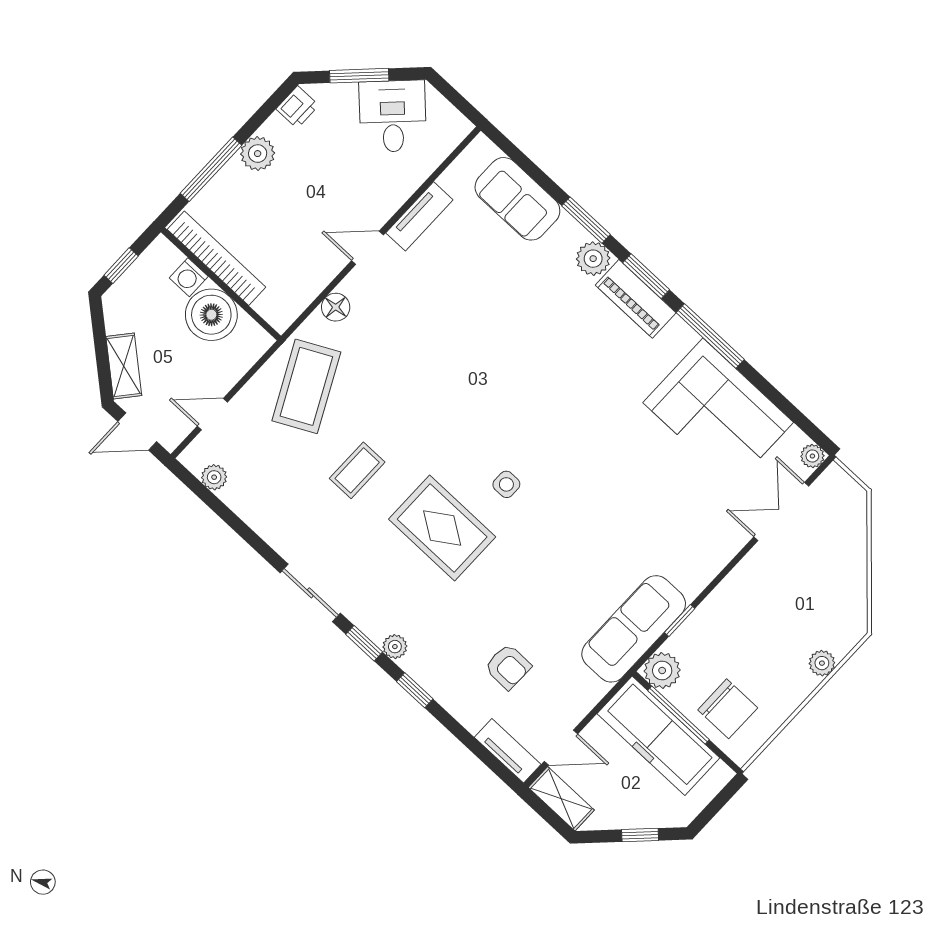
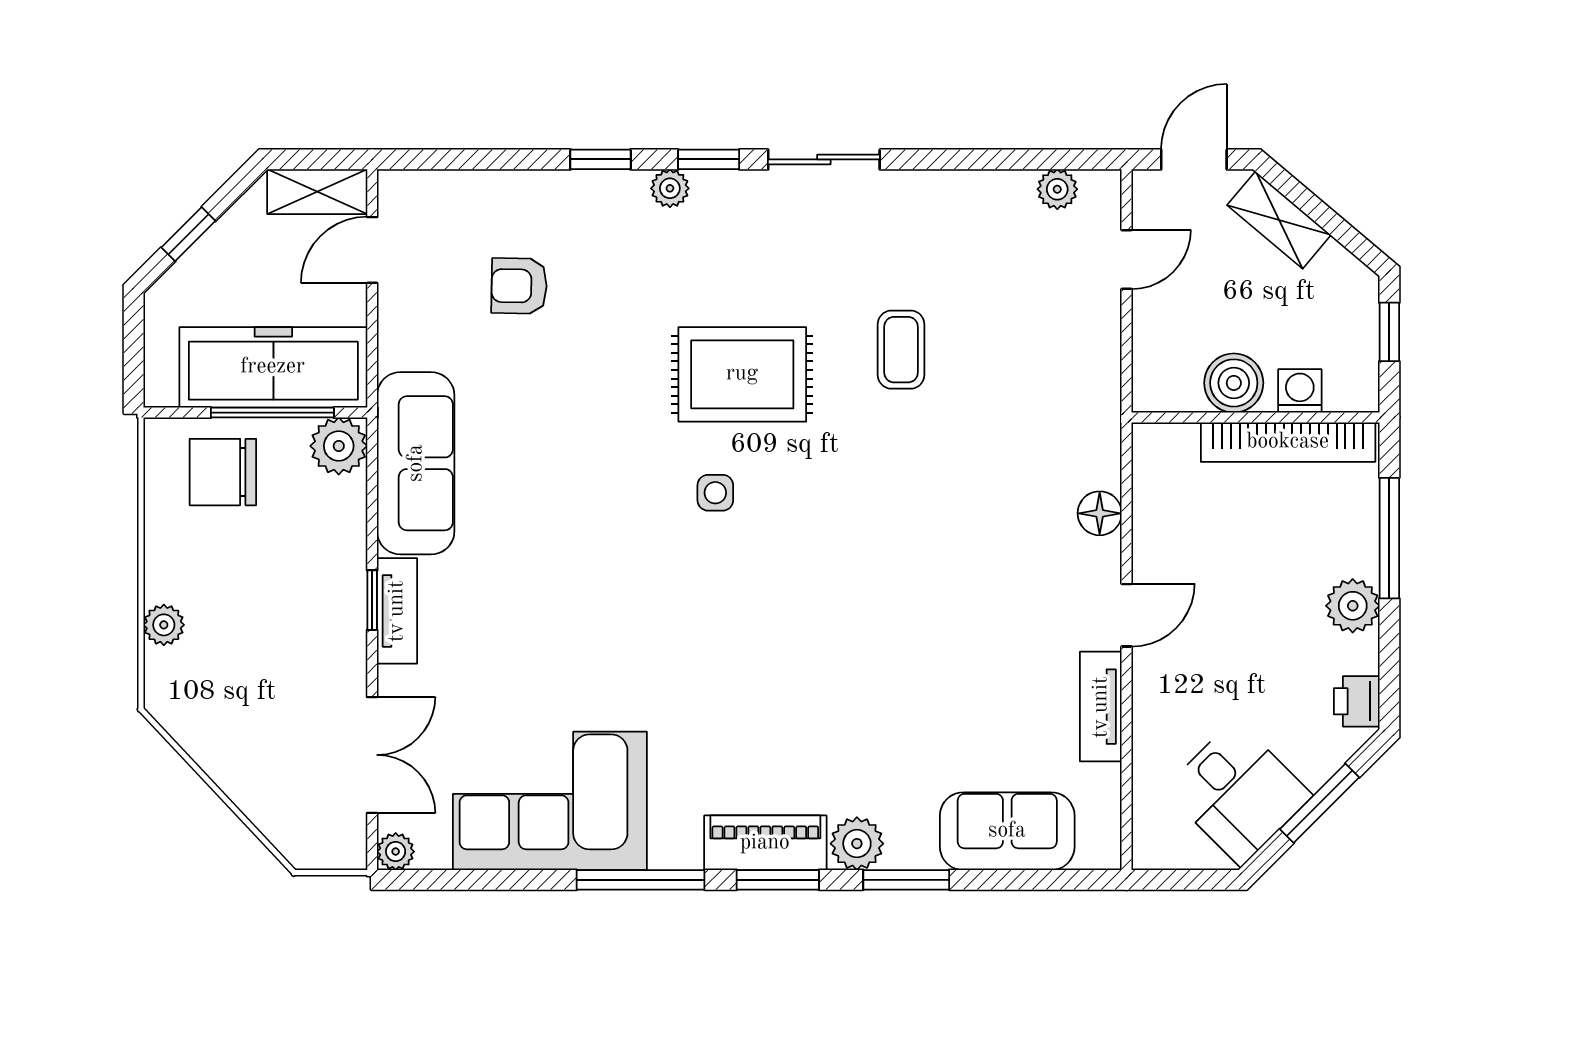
boiler: (211, 315) -> (1234, 383), width x0.73, depth x0.73
coffee table: (306, 386) -> (1049, 391), removed
window: (680, 620) -> (372, 600), moved
tv unit: (508, 751) -> (397, 611), moved, turned -90

